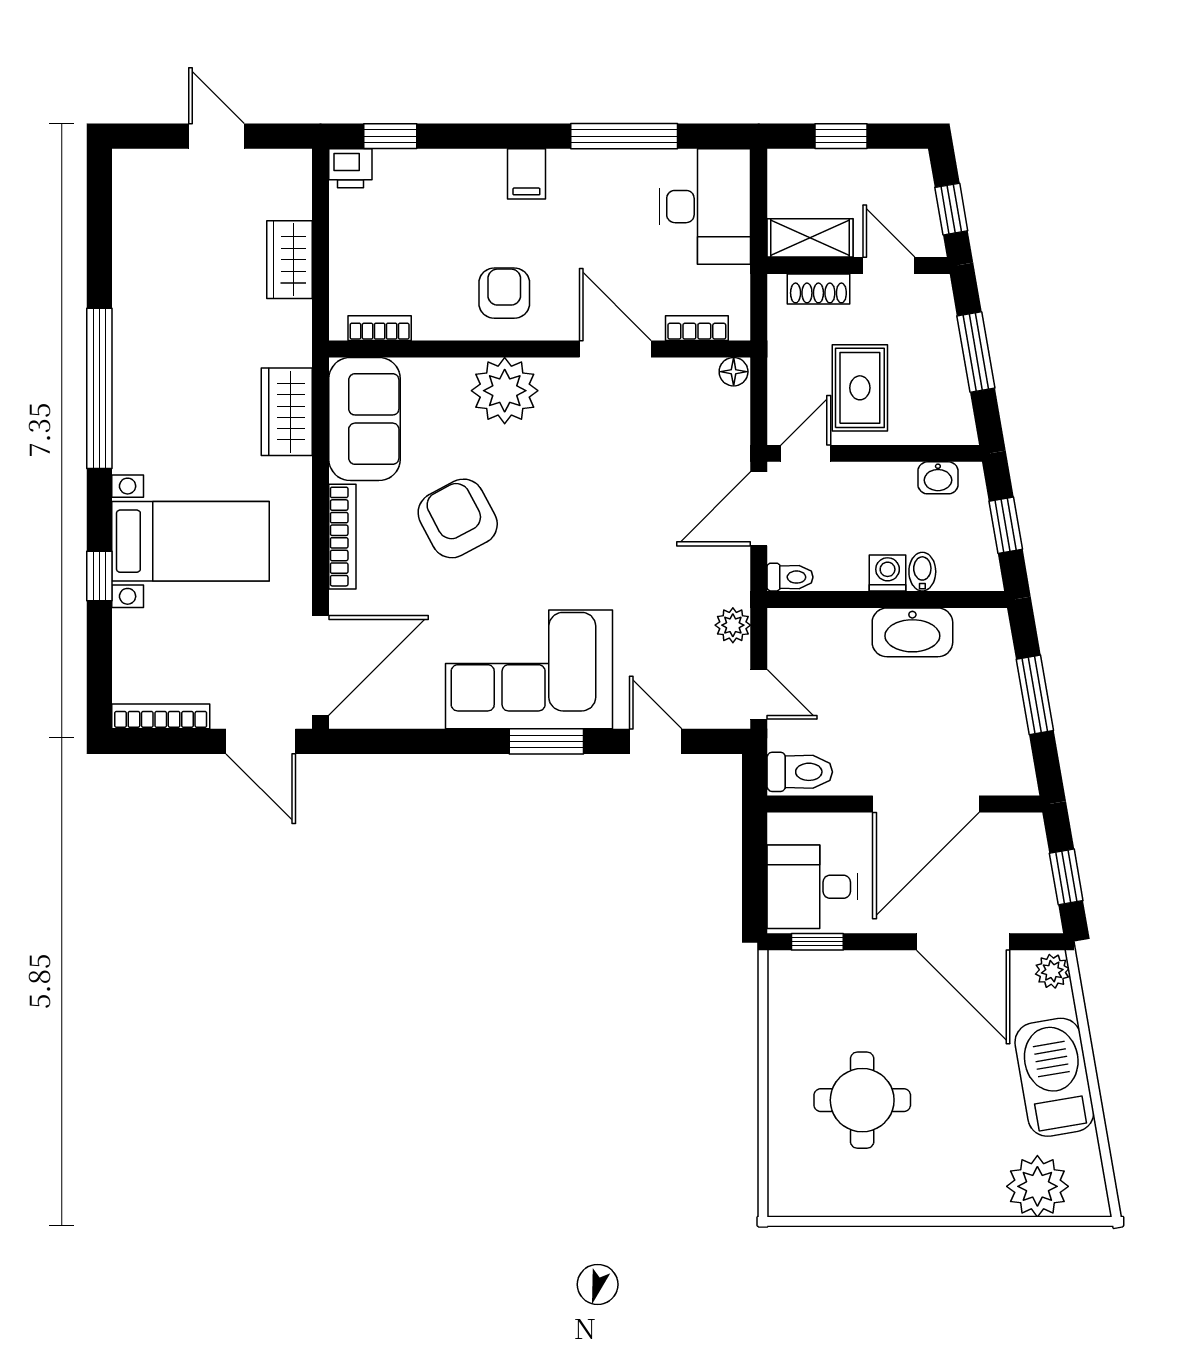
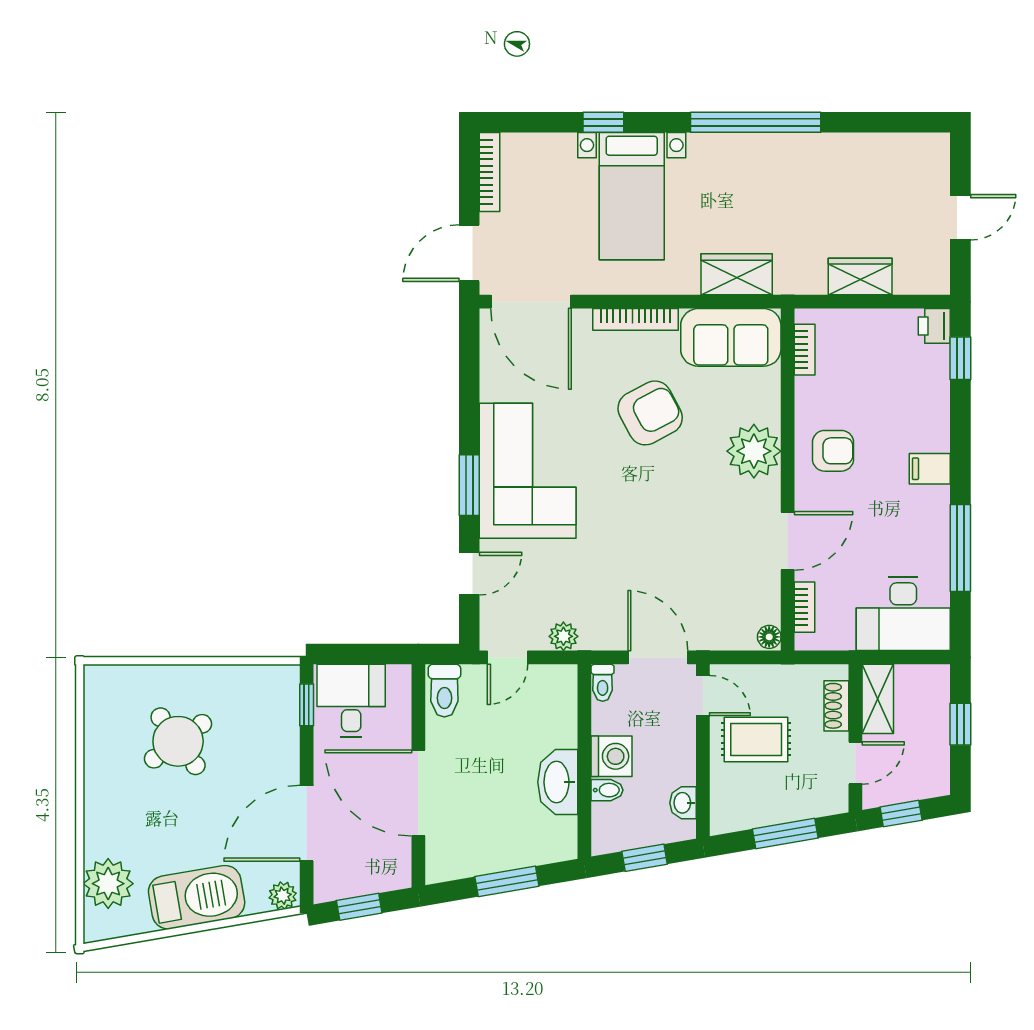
washing machine: (888, 573) -> (611, 756), width x1.38, depth x1.38
round table: (862, 1100) -> (178, 741), turned -36

